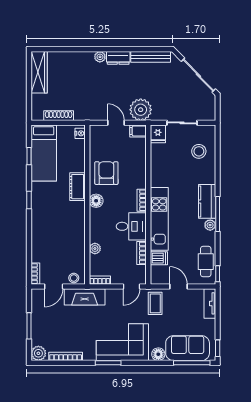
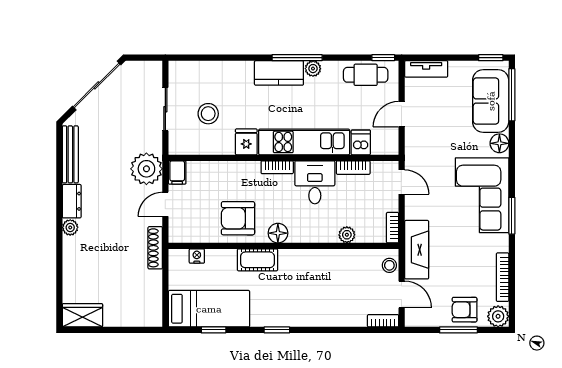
wardrobe: (39, 72) -> (82, 315), width x0.67
shoe rack: (59, 116) -> (155, 248), moved
nightstand: (80, 133) -> (197, 256), moved
fridge: (158, 134) -> (246, 142), moved, turned -90
stool: (199, 151) -> (208, 114), moved
coffee table: (155, 303) -> (426, 148), removed
armchair: (43, 330) -> (465, 310), added

